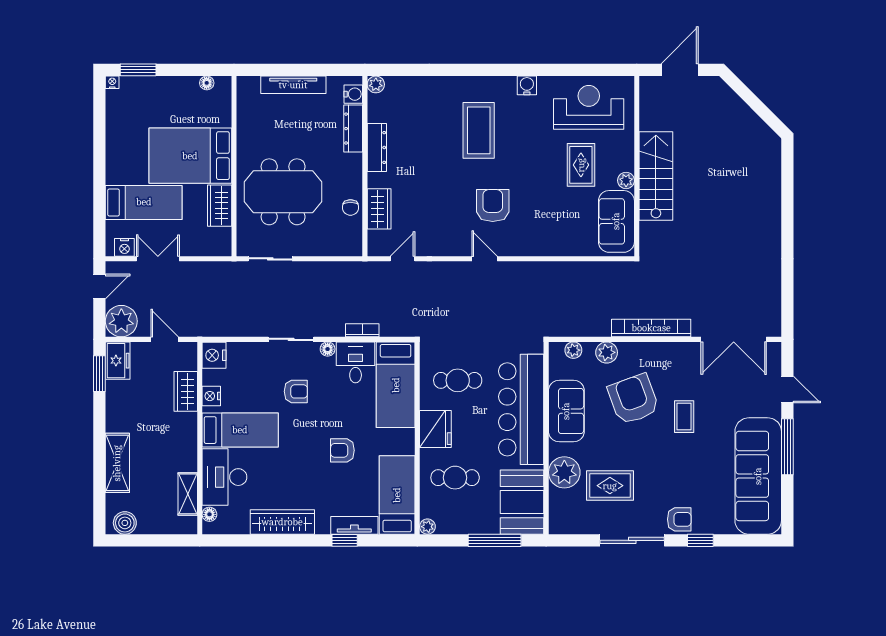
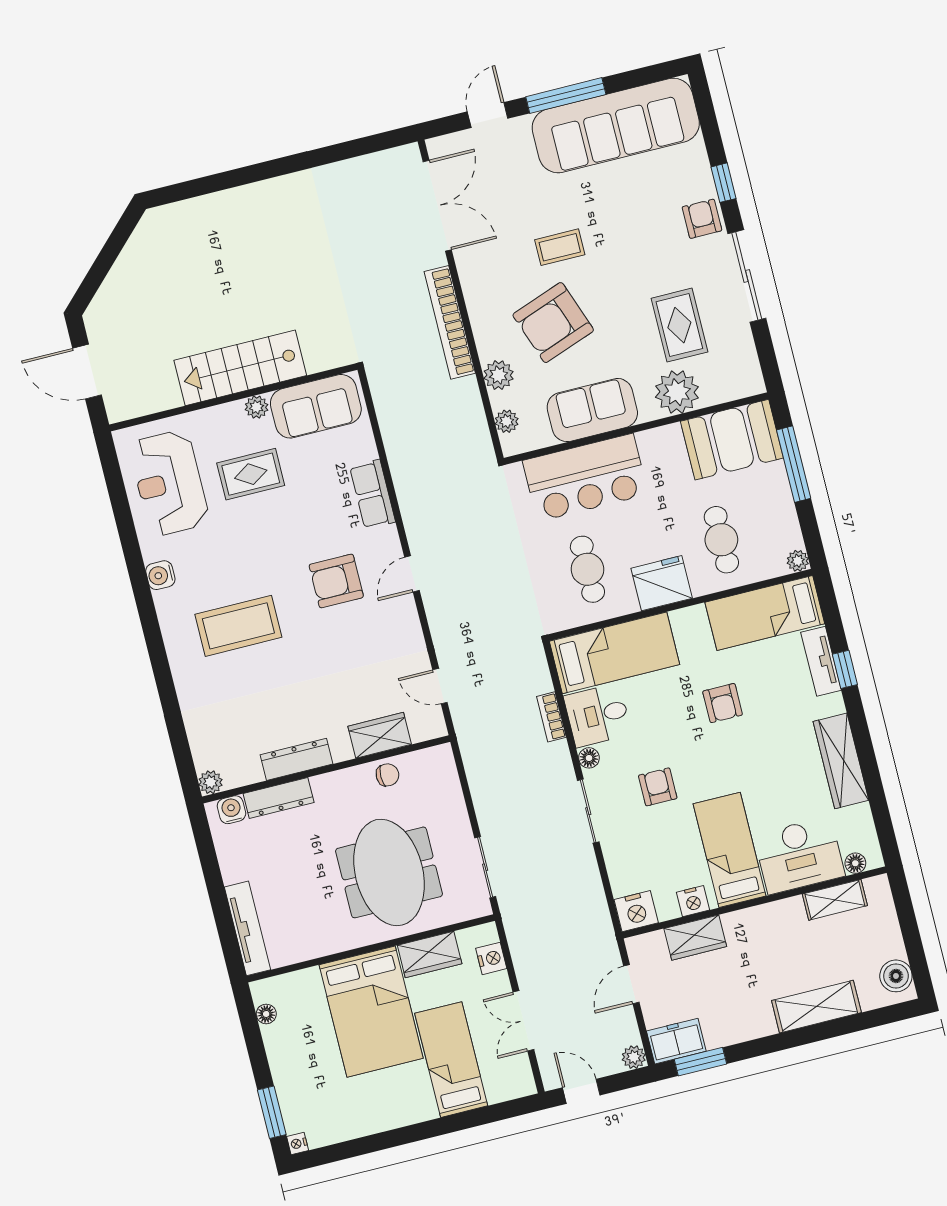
tv unit: (293, 85) -> (247, 928), moved
row of seats: (546, 245) -> (373, 494), added
nightstand: (124, 247) -> (491, 958), moved
plant: (121, 321) -> (634, 1057), width x0.53, depth x0.53
bar counter: (521, 409) -> (585, 477), width x0.73

